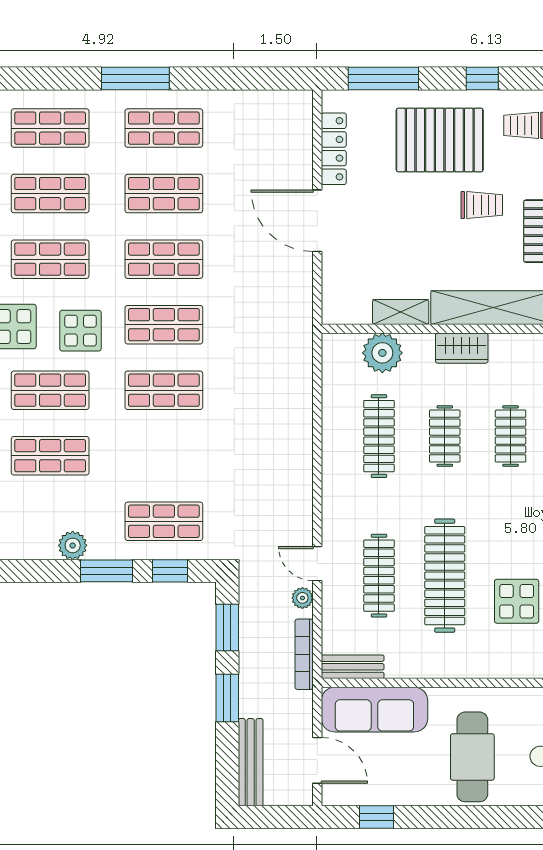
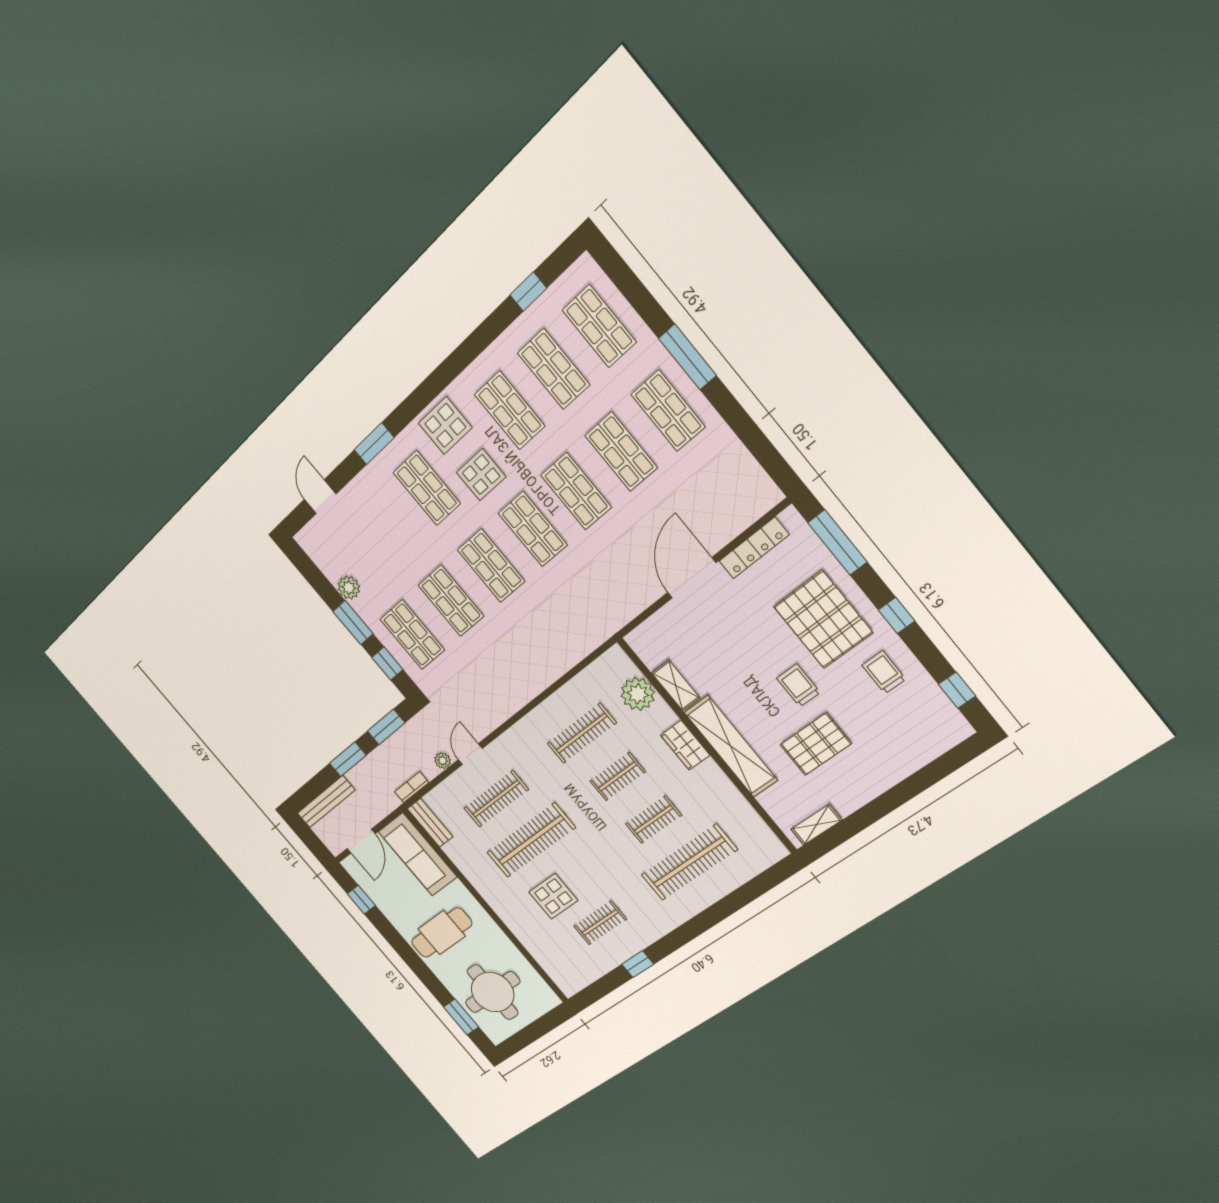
trolley: (482, 205) -> (798, 685), turned 180
shop shelf: (50, 456) -> (451, 601), moved
bookcase: (304, 654) -> (412, 787), width x0.64

